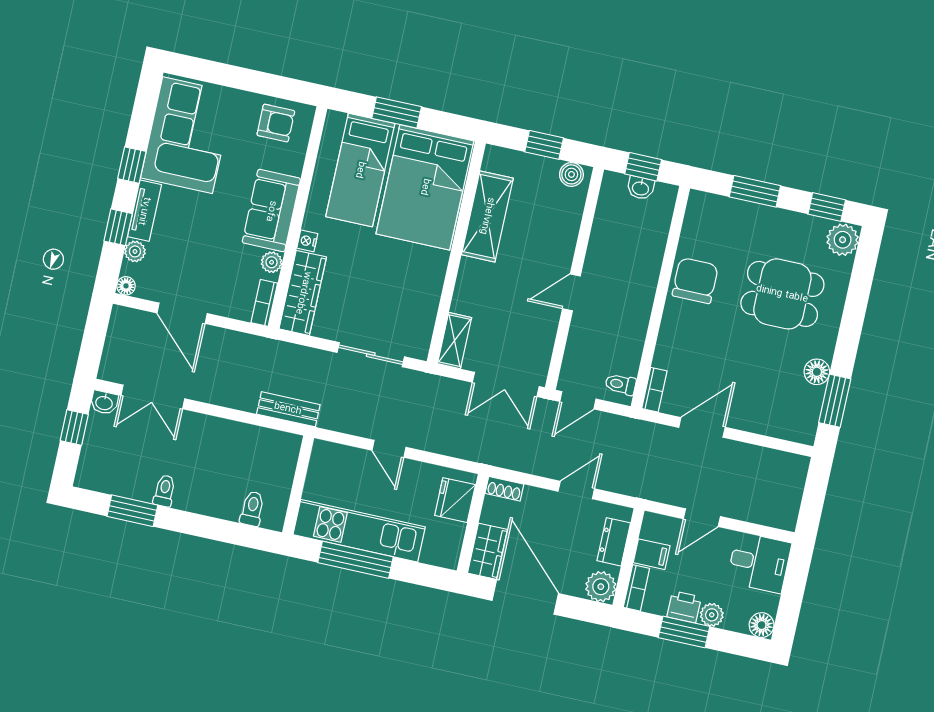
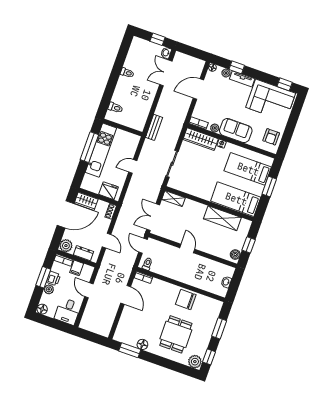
window: (132, 165) -> (285, 84), moved
window: (643, 167) -> (235, 284), removed
bed: (425, 187) -> (236, 199), width x0.67
chair: (695, 281) -> (186, 300), turned 180
window: (132, 511) -> (121, 59), removed

